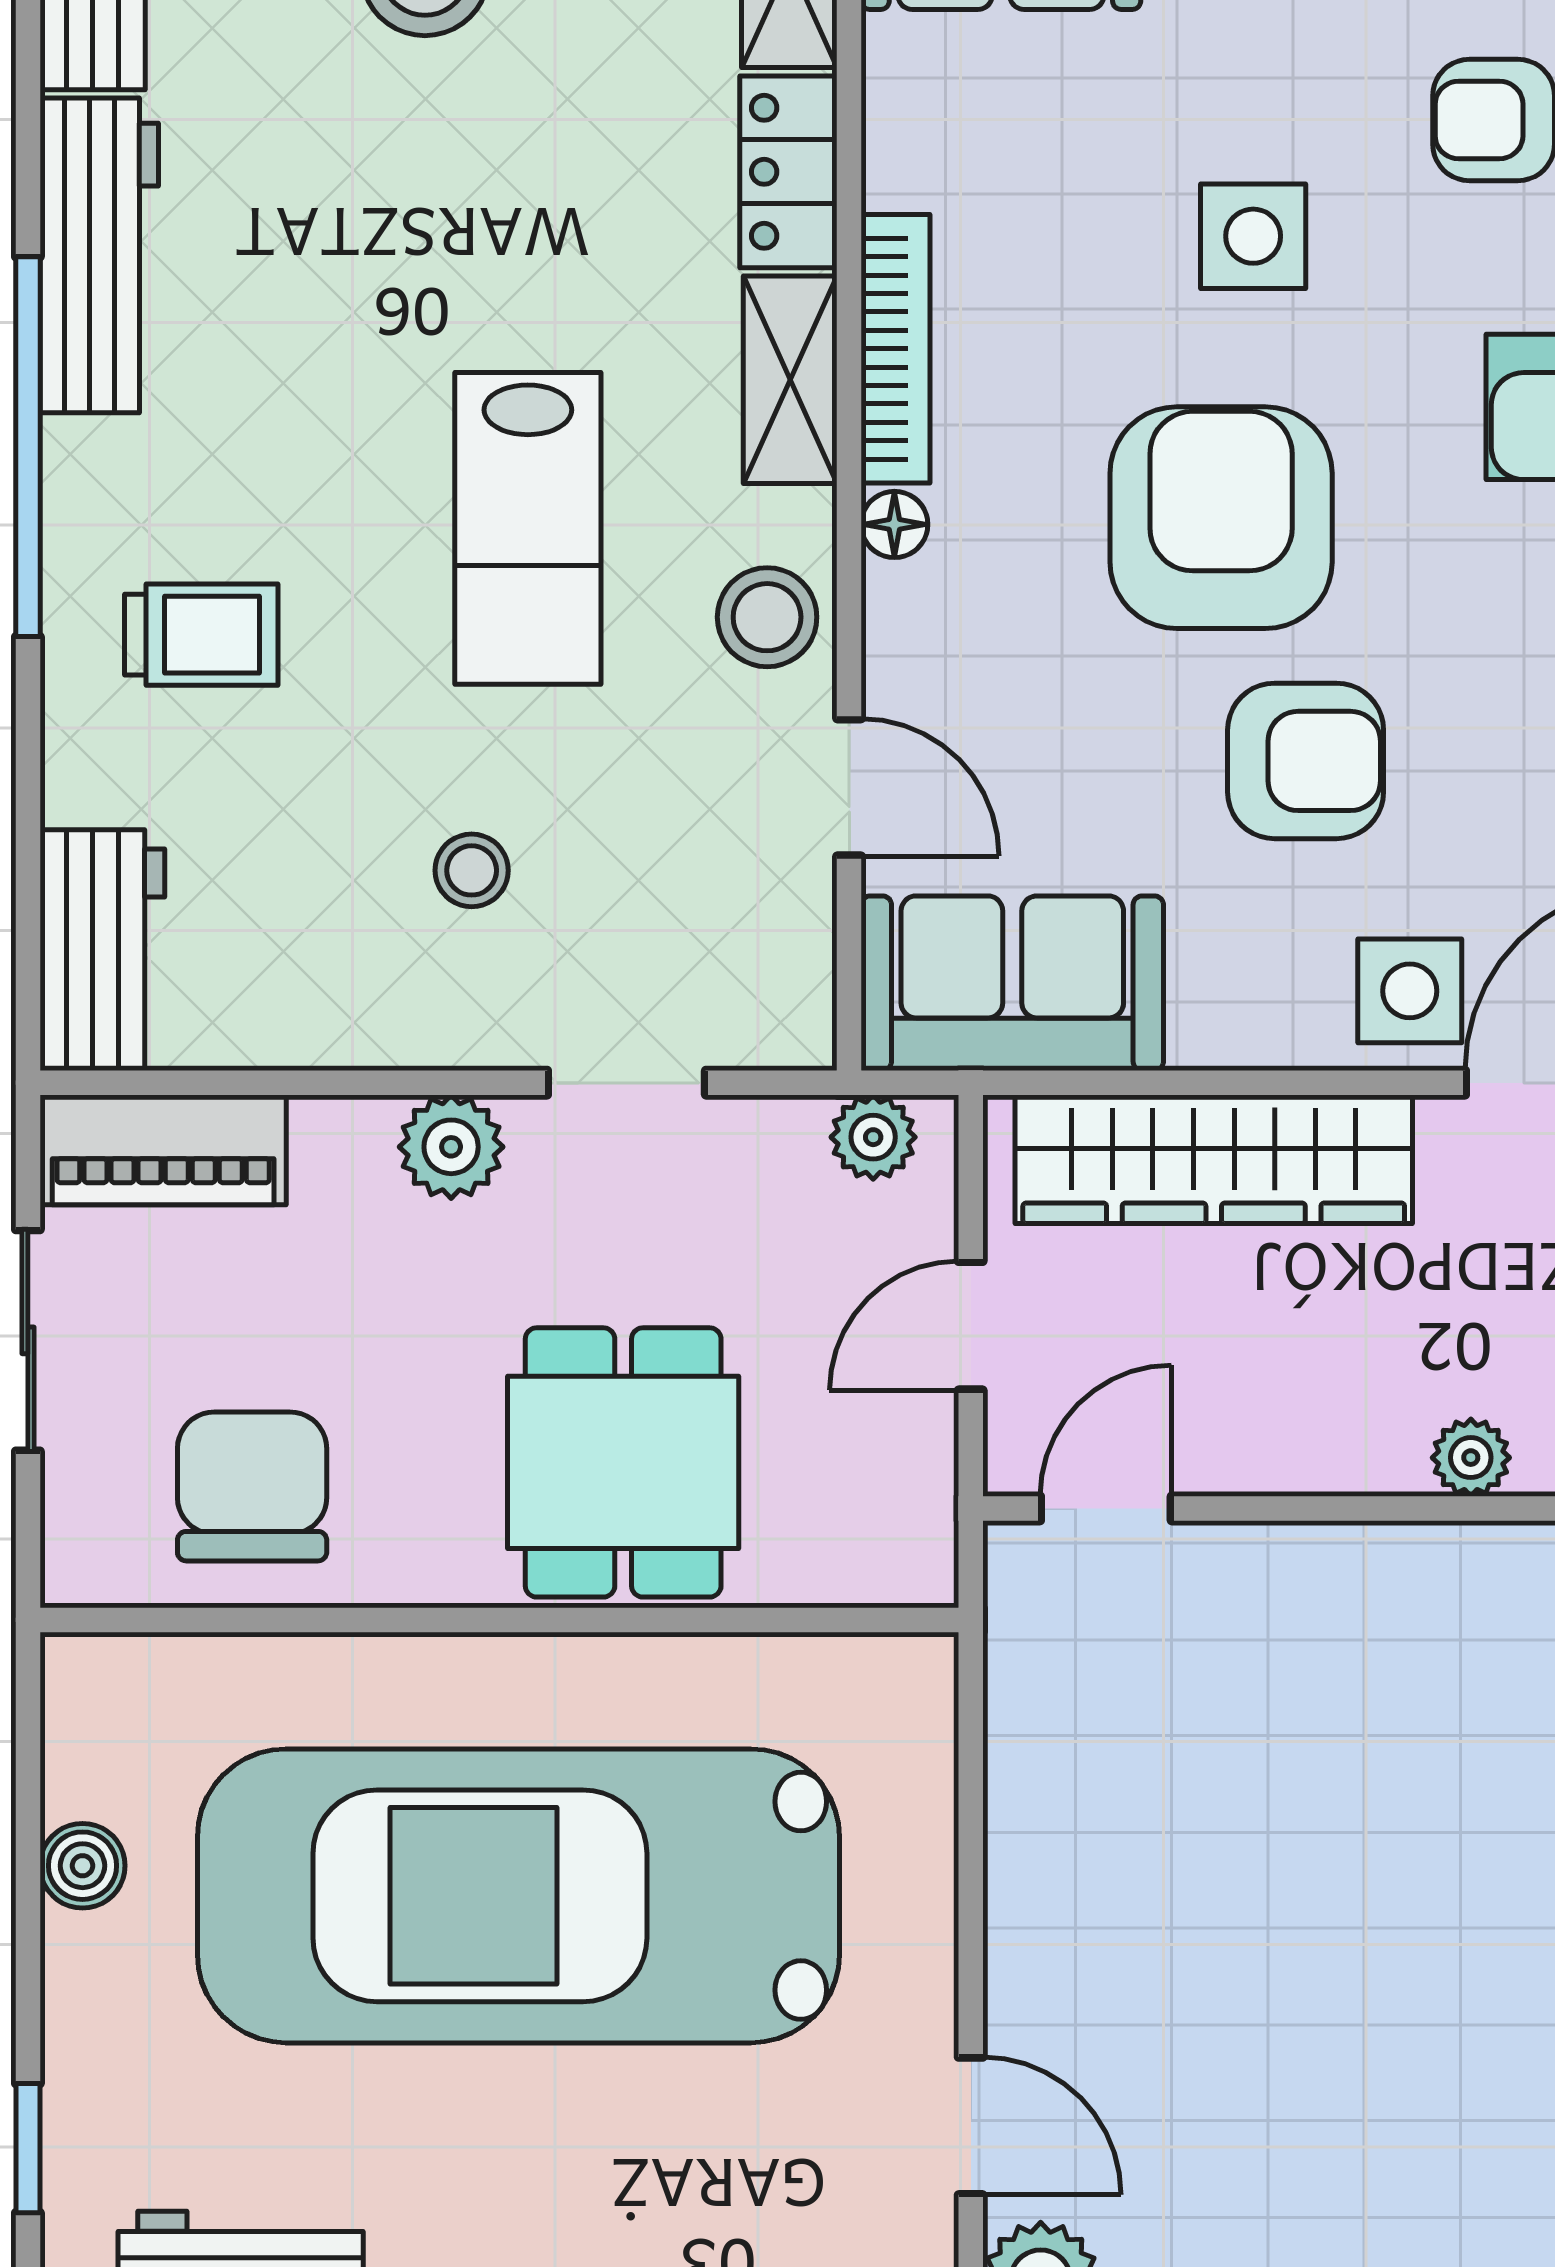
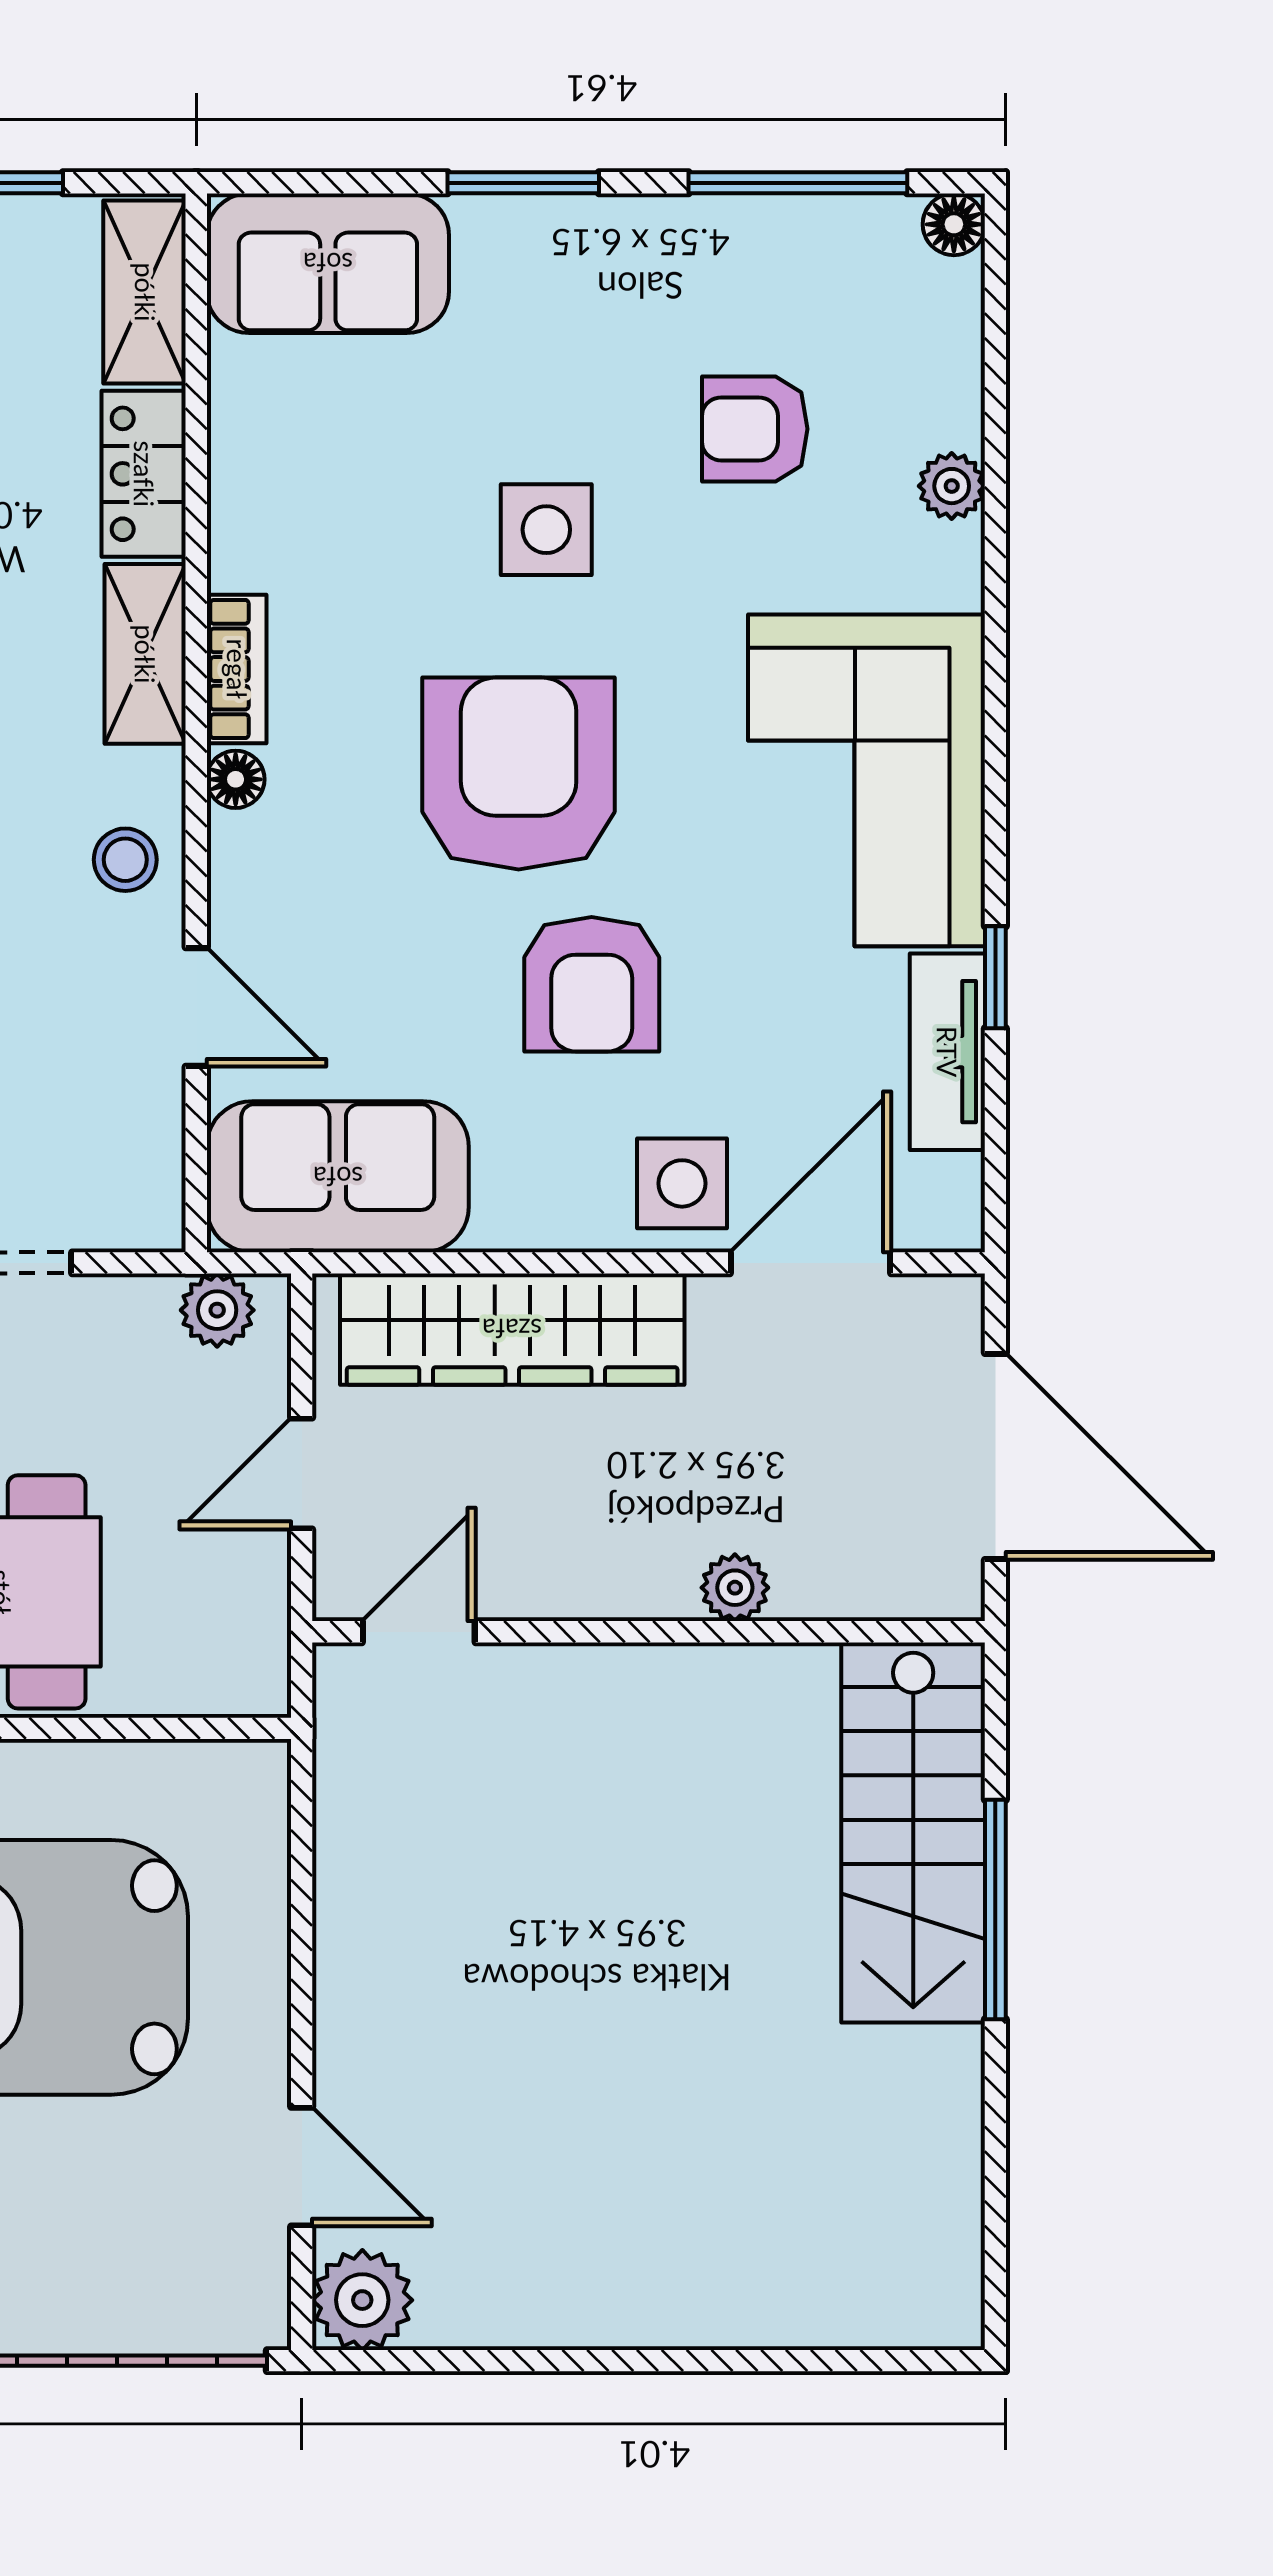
bookcase: (896, 349) -> (237, 669), width x0.64
stool: (767, 617) -> (125, 860), width x0.73, depth x0.73
armchair: (1306, 761) -> (592, 984), turned 90

